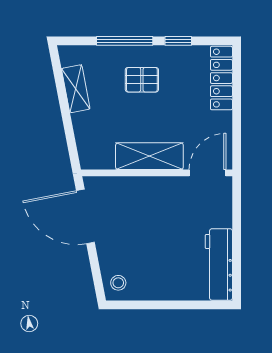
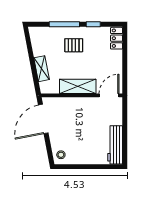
locker: (221, 78) -> (117, 38), width x0.66
shelving: (76, 89) -> (42, 69), moved
door: (85, 216) -> (43, 119), hinge flipped

